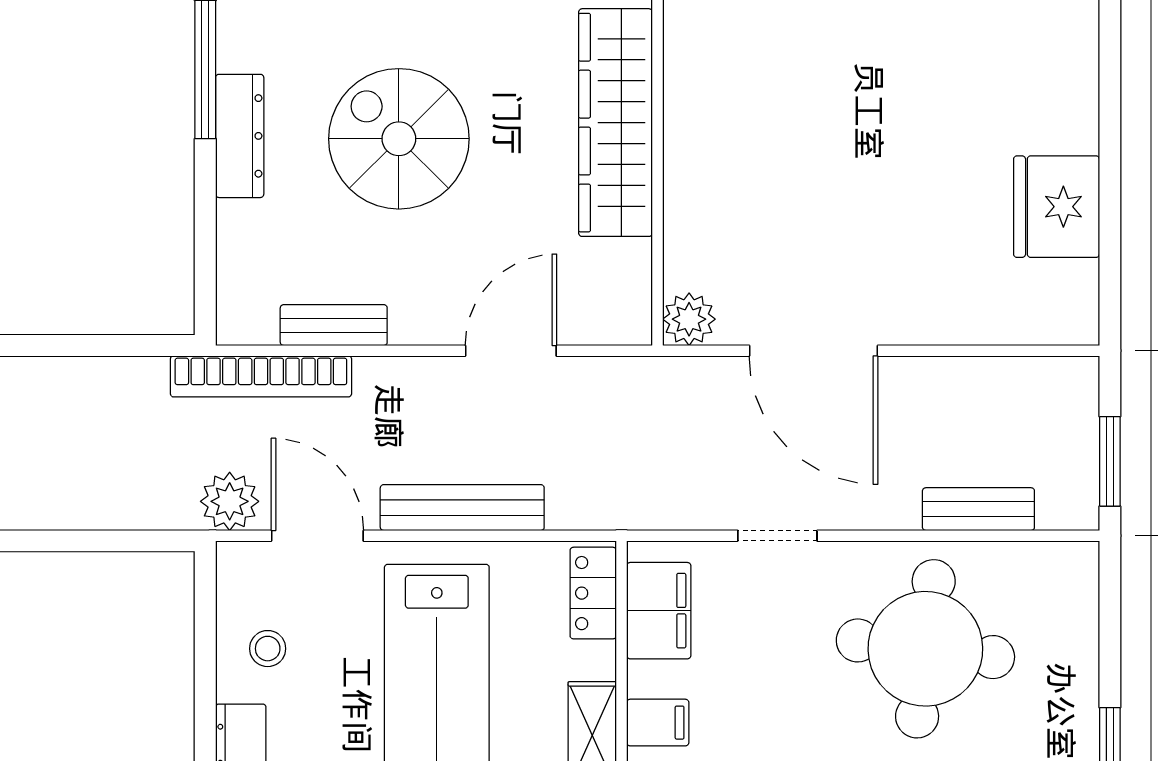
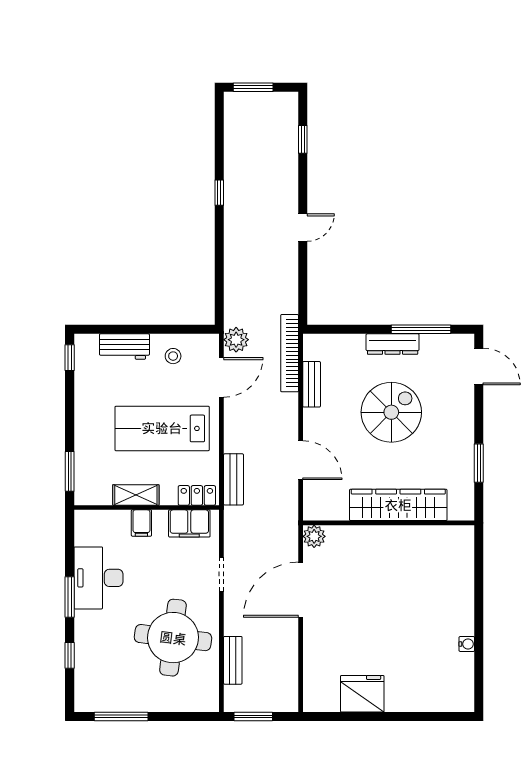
bench: (462, 508) -> (233, 479), moved, width x0.73

